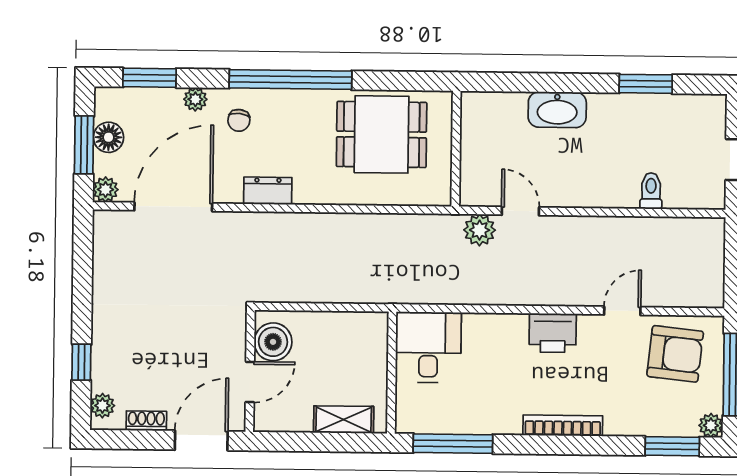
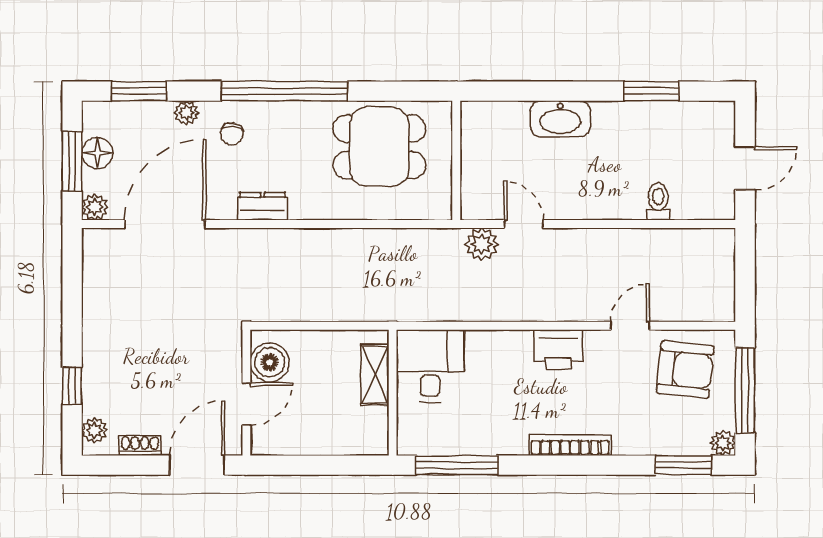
shelving: (344, 420) -> (375, 375), moved, turned 90

